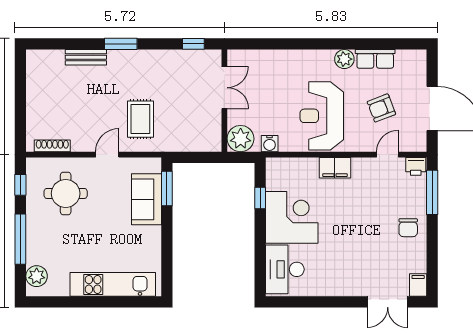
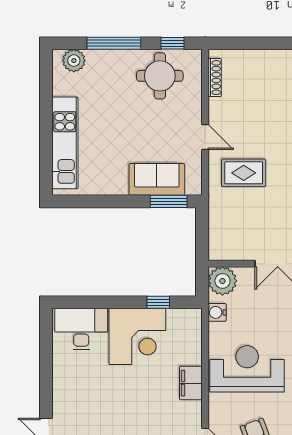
round table: (66, 193) -> (160, 76), moved

